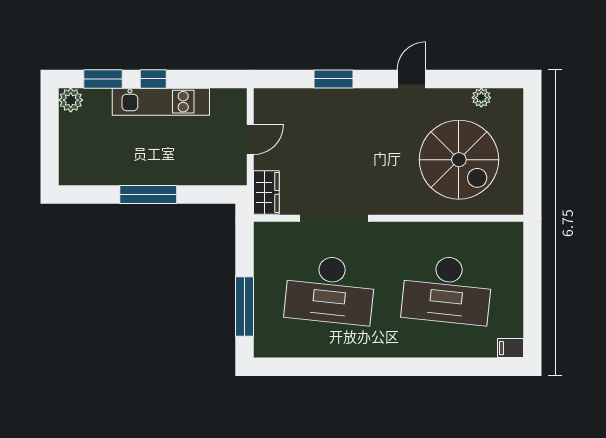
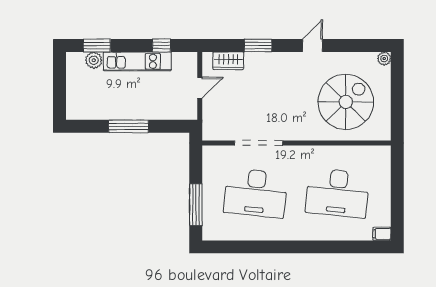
window: (153, 79) -> (162, 45), moved
plant: (481, 98) -> (384, 59), moved
plant: (71, 100) -> (94, 60), moved
spiral stairs: (459, 160) -> (346, 102), turned -90
wardrobe: (266, 192) -> (228, 61), moved, turned 90

